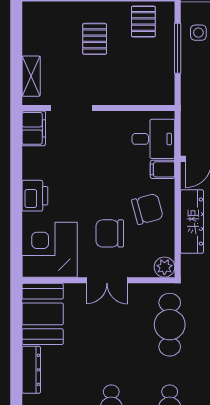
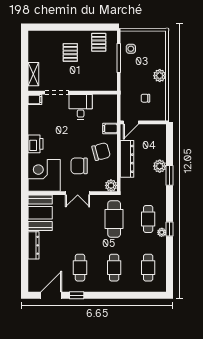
filing cabinet: (34, 128) -> (35, 99), width x0.50
desk: (153, 139) -> (81, 107), moved, turned -90

